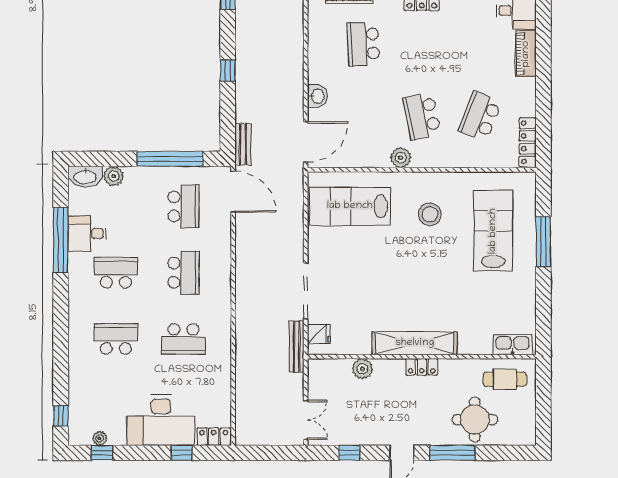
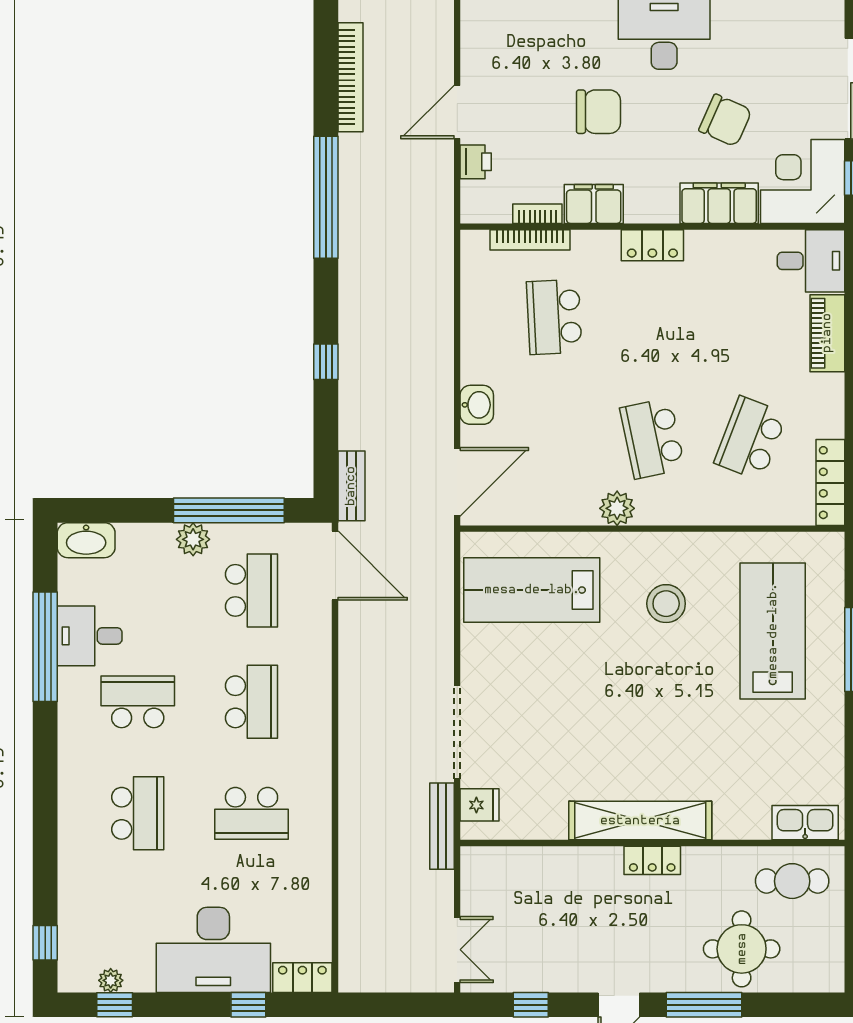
plant: (114, 176) -> (193, 539), moved
school desk: (116, 339) -> (138, 813), turned 90
plant: (362, 369) -> (552, 863), removed

